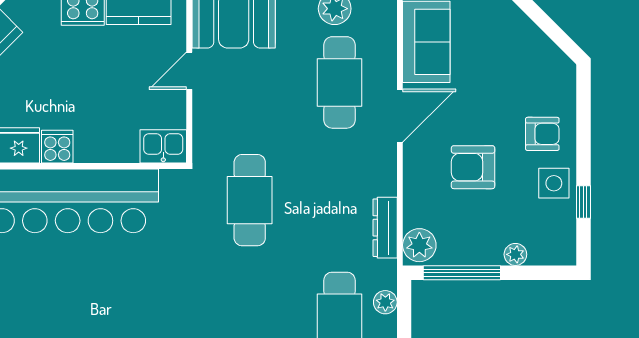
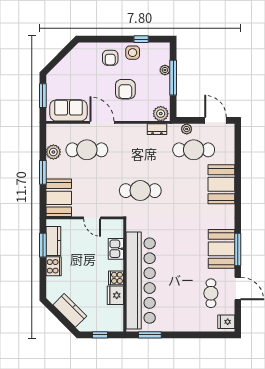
door: (189, 71) -> (92, 218), moved
armchair: (542, 134) -> (110, 58), turned 180
kitchen sink: (163, 146) -> (116, 249), moved
dresser: (385, 228) -> (157, 129), width x0.70
window: (462, 273) -> (173, 78), moved

